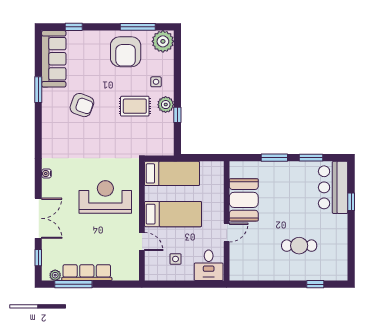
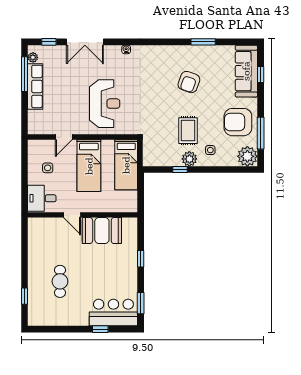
sofa: (54, 59) -> (246, 71), moved, turned 90
window: (274, 158) -> (141, 259), width x0.67
window: (311, 158) -> (141, 303), moved

